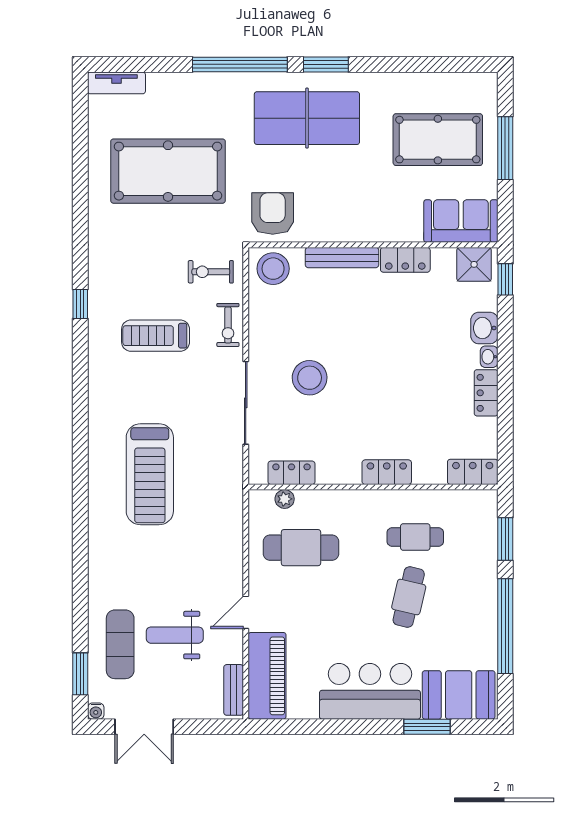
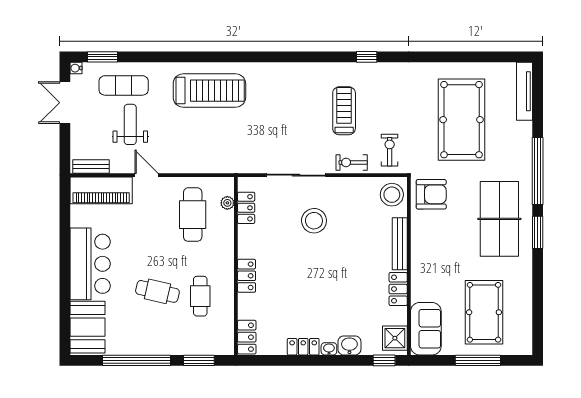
tv unit: (116, 83) -> (524, 91), width x1.41
treadmill: (150, 474) -> (209, 91), moved, turned 180
window: (427, 727) -> (65, 304), removed

